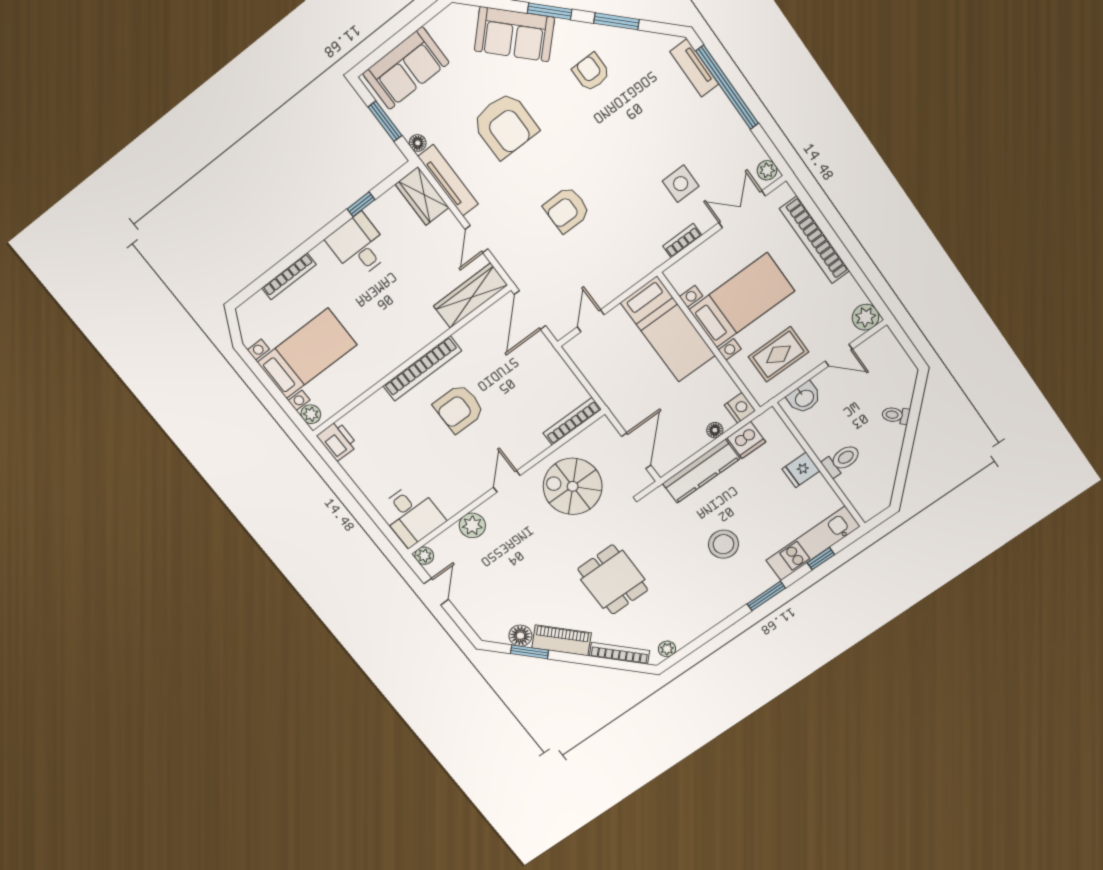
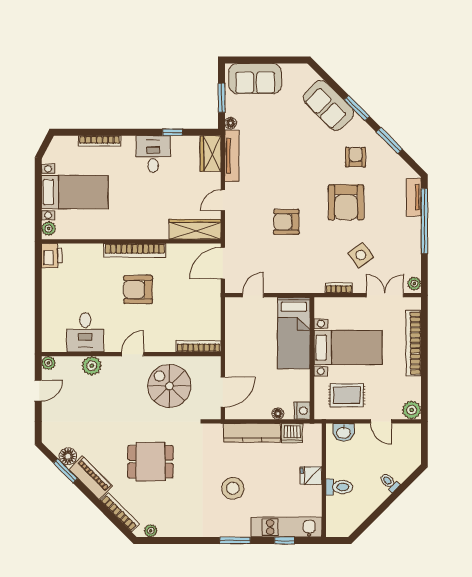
armchair: (505, 125) -> (346, 202), moved
side table: (681, 184) -> (361, 255), turned -36
desk: (412, 515) -> (85, 332), moved
dining table: (613, 579) -> (150, 462), turned 90

